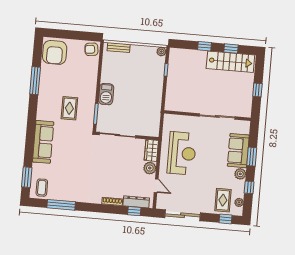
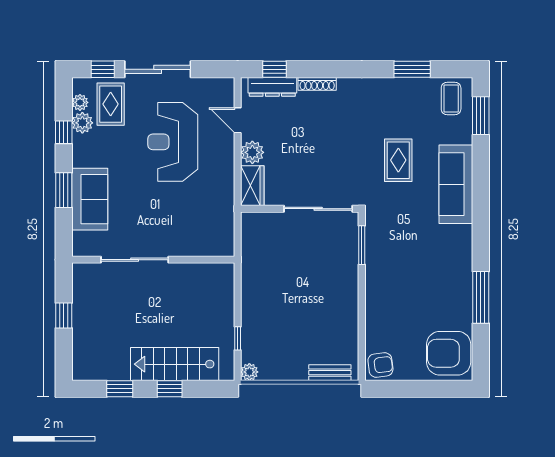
armchair: (55, 52) -> (449, 353), turned -90
stairs: (230, 62) -> (175, 364), moved
barbecue: (106, 94) -> (346, 284), removed
rug: (69, 108) -> (398, 160), moved
reception desk: (182, 153) -> (173, 142), moved
plant: (240, 174) -> (82, 123), moved
window: (61, 205) -> (412, 69), width x0.69
sliding door: (183, 215) -> (158, 69), moved

